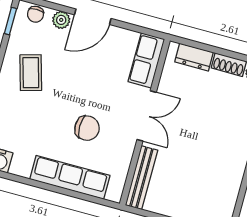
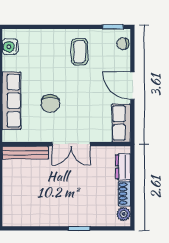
plant: (61, 20) -> (124, 63), removed
row of seats: (146, 60) -> (121, 123), moved, turned -90
coffee table: (31, 73) -> (80, 52), turned -74

